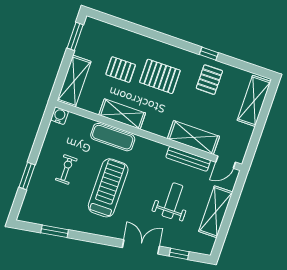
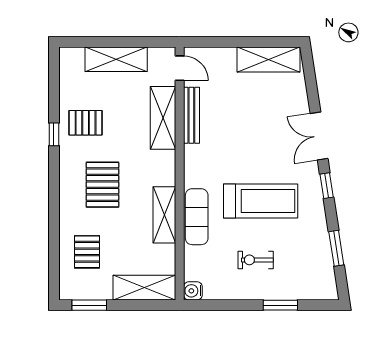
pallet: (121, 70) -> (87, 252), moved
shelving: (254, 101) -> (116, 59), moved
treadmill: (108, 188) -> (261, 201), turned 180
weight bench: (172, 201) -> (249, 117), removed
shelving: (216, 212) -> (268, 59), moved
window: (179, 254) -> (327, 186), moved

